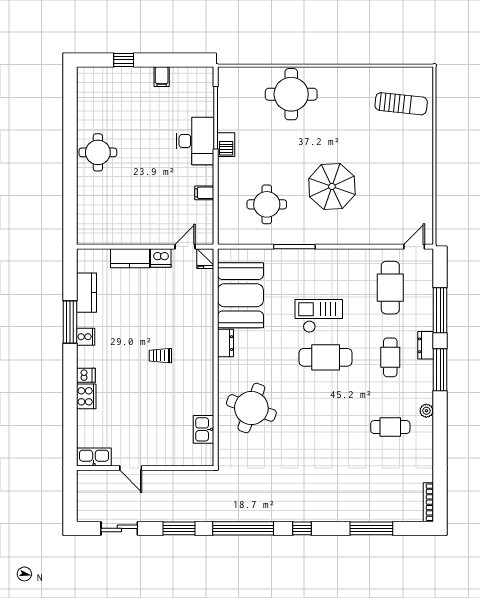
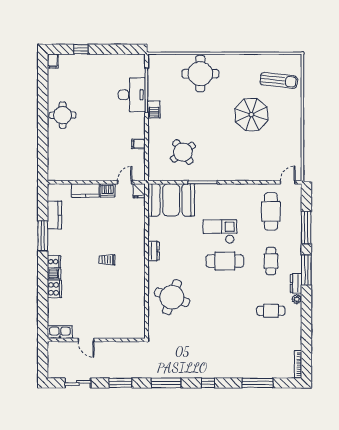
filing cabinet: (162, 77) -> (53, 61), moved
desk: (195, 141) -> (132, 95), moved
parasol: (332, 187) -> (251, 115), moved
round table: (267, 204) -> (183, 152), turned -36
booth: (240, 295) -> (171, 200), moved, turned 90
cooker: (86, 337) -> (54, 262), moved
dresser: (426, 345) -> (296, 283), moved
kitchen sink: (204, 429) -> (138, 312), removed
window: (243, 528) -> (166, 383), width x0.68

